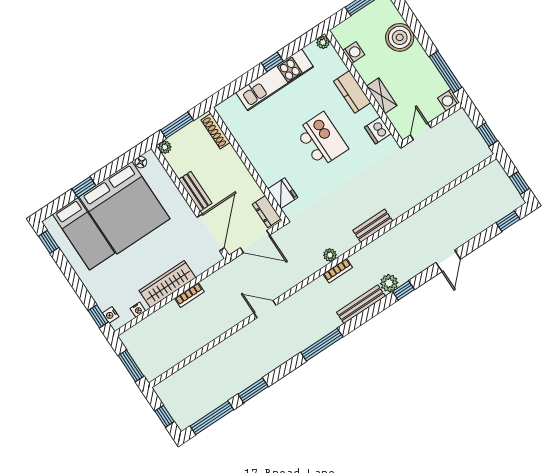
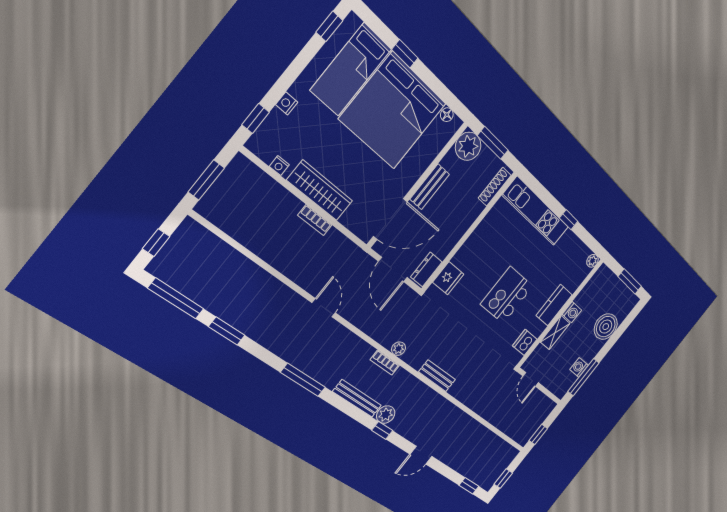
washing machine: (354, 53) -> (572, 312), moved
kitchen unit: (275, 80) -> (536, 211), moved
washing machine: (449, 100) -> (579, 367), moved
door: (421, 131) -> (531, 379), swing flipped
kitchen island: (322, 140) -> (507, 295), turned 180
plant: (165, 147) -> (468, 146), width x1.88, depth x1.88
nightstand: (111, 315) -> (287, 103), moved

